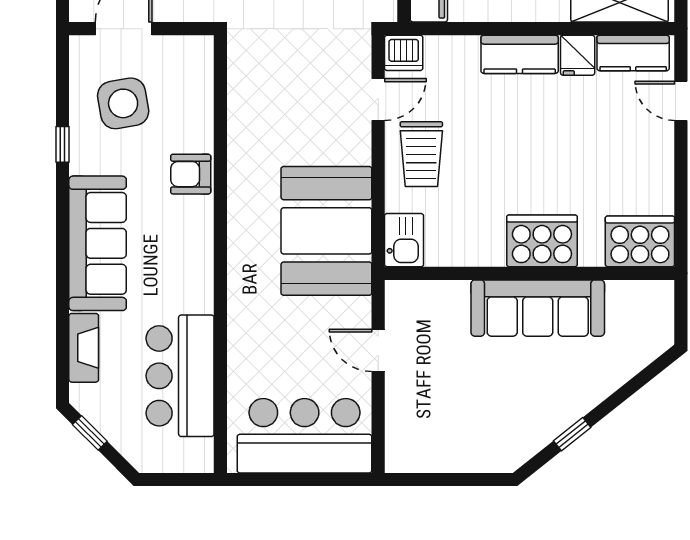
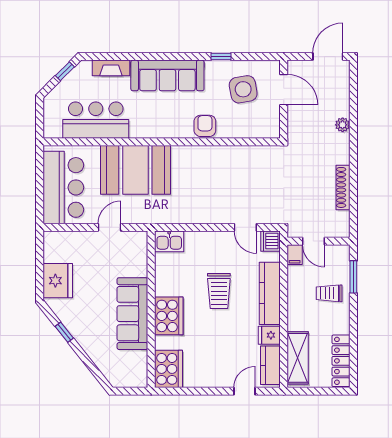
kitchen counter: (520, 54) -> (270, 293), width x1.50
trolley: (421, 154) -> (219, 291), moved, turned -90
booth: (326, 231) -> (135, 170), moved
fridge: (477, 446) -> (58, 281), added

